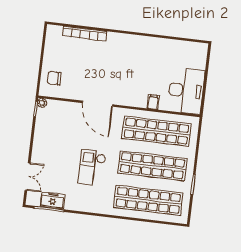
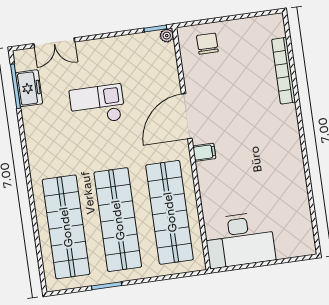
filing cabinet: (153, 102) -> (204, 152), moved
checkout: (92, 168) -> (97, 105), moved

